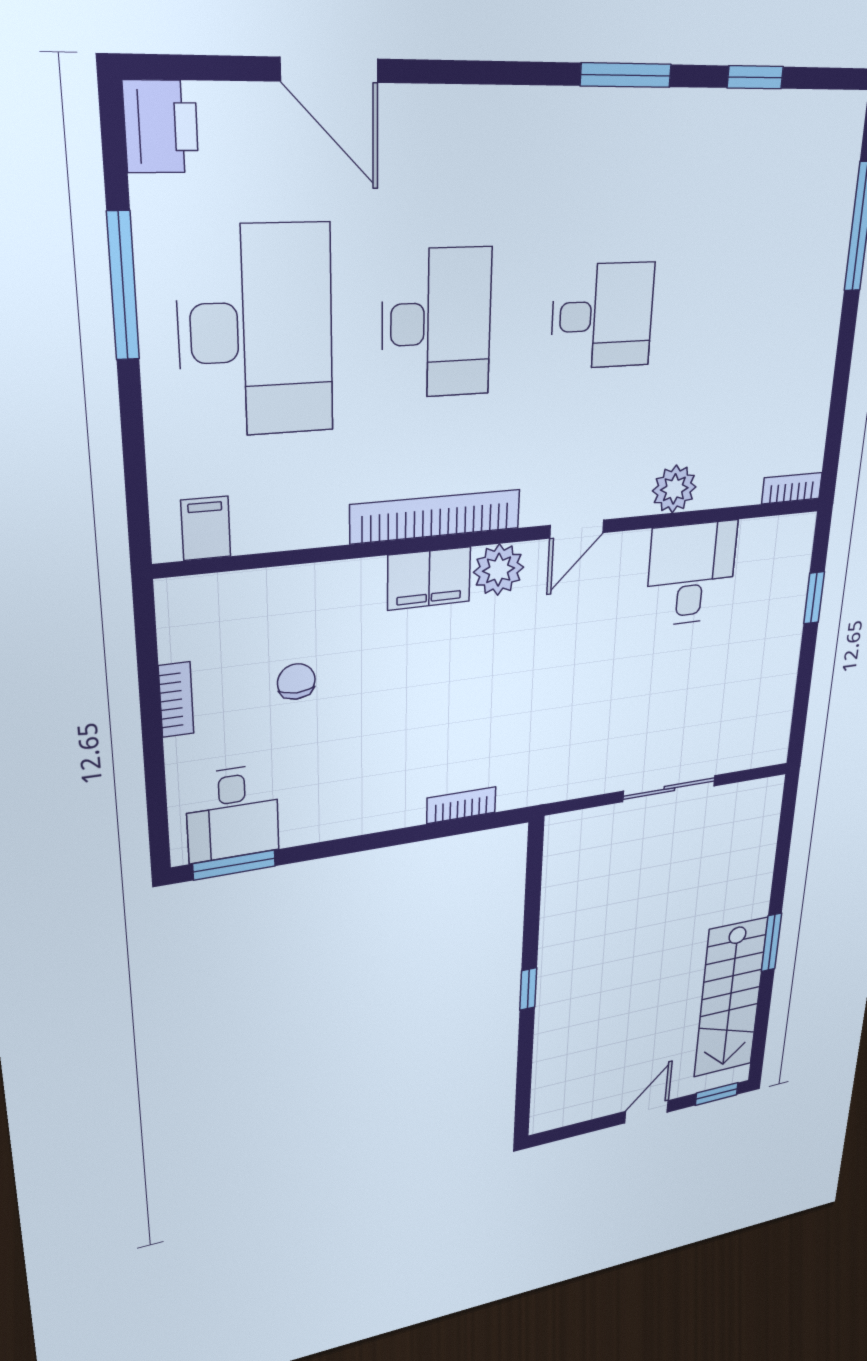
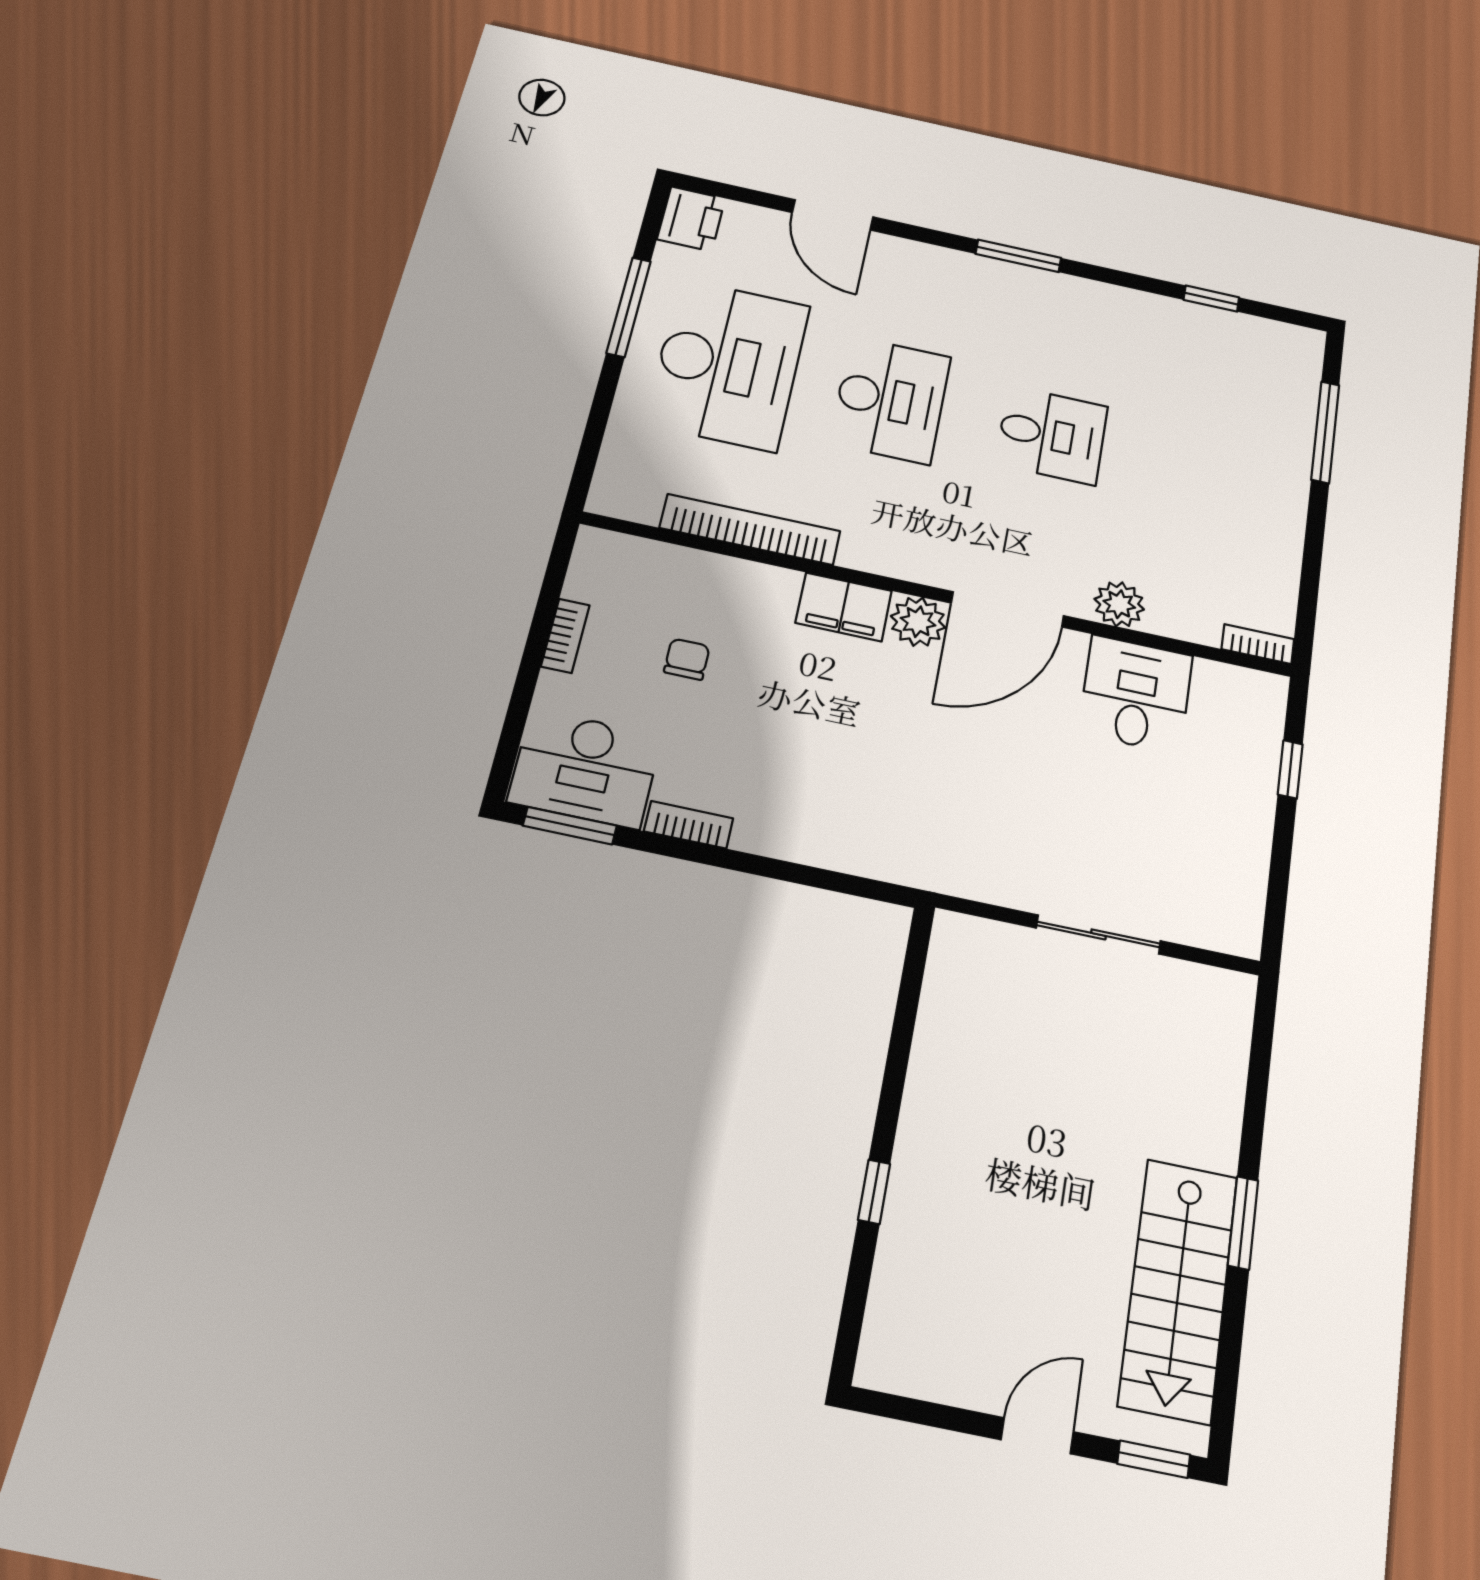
window: (626, 75) -> (1018, 256), moved
bookcase: (436, 516) -> (750, 529), moved
filing cabinet: (206, 528) -> (640, 498), removed
door: (577, 529) -> (1007, 609), width x1.87
bookcase: (461, 805) -> (689, 825), moved
desk: (233, 813) -> (585, 769), width x1.37
window: (528, 989) -> (874, 1192), moved

